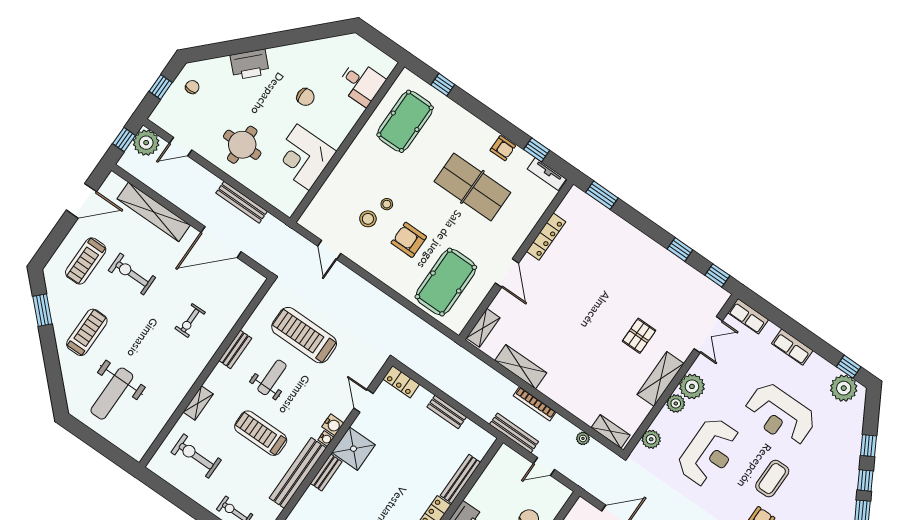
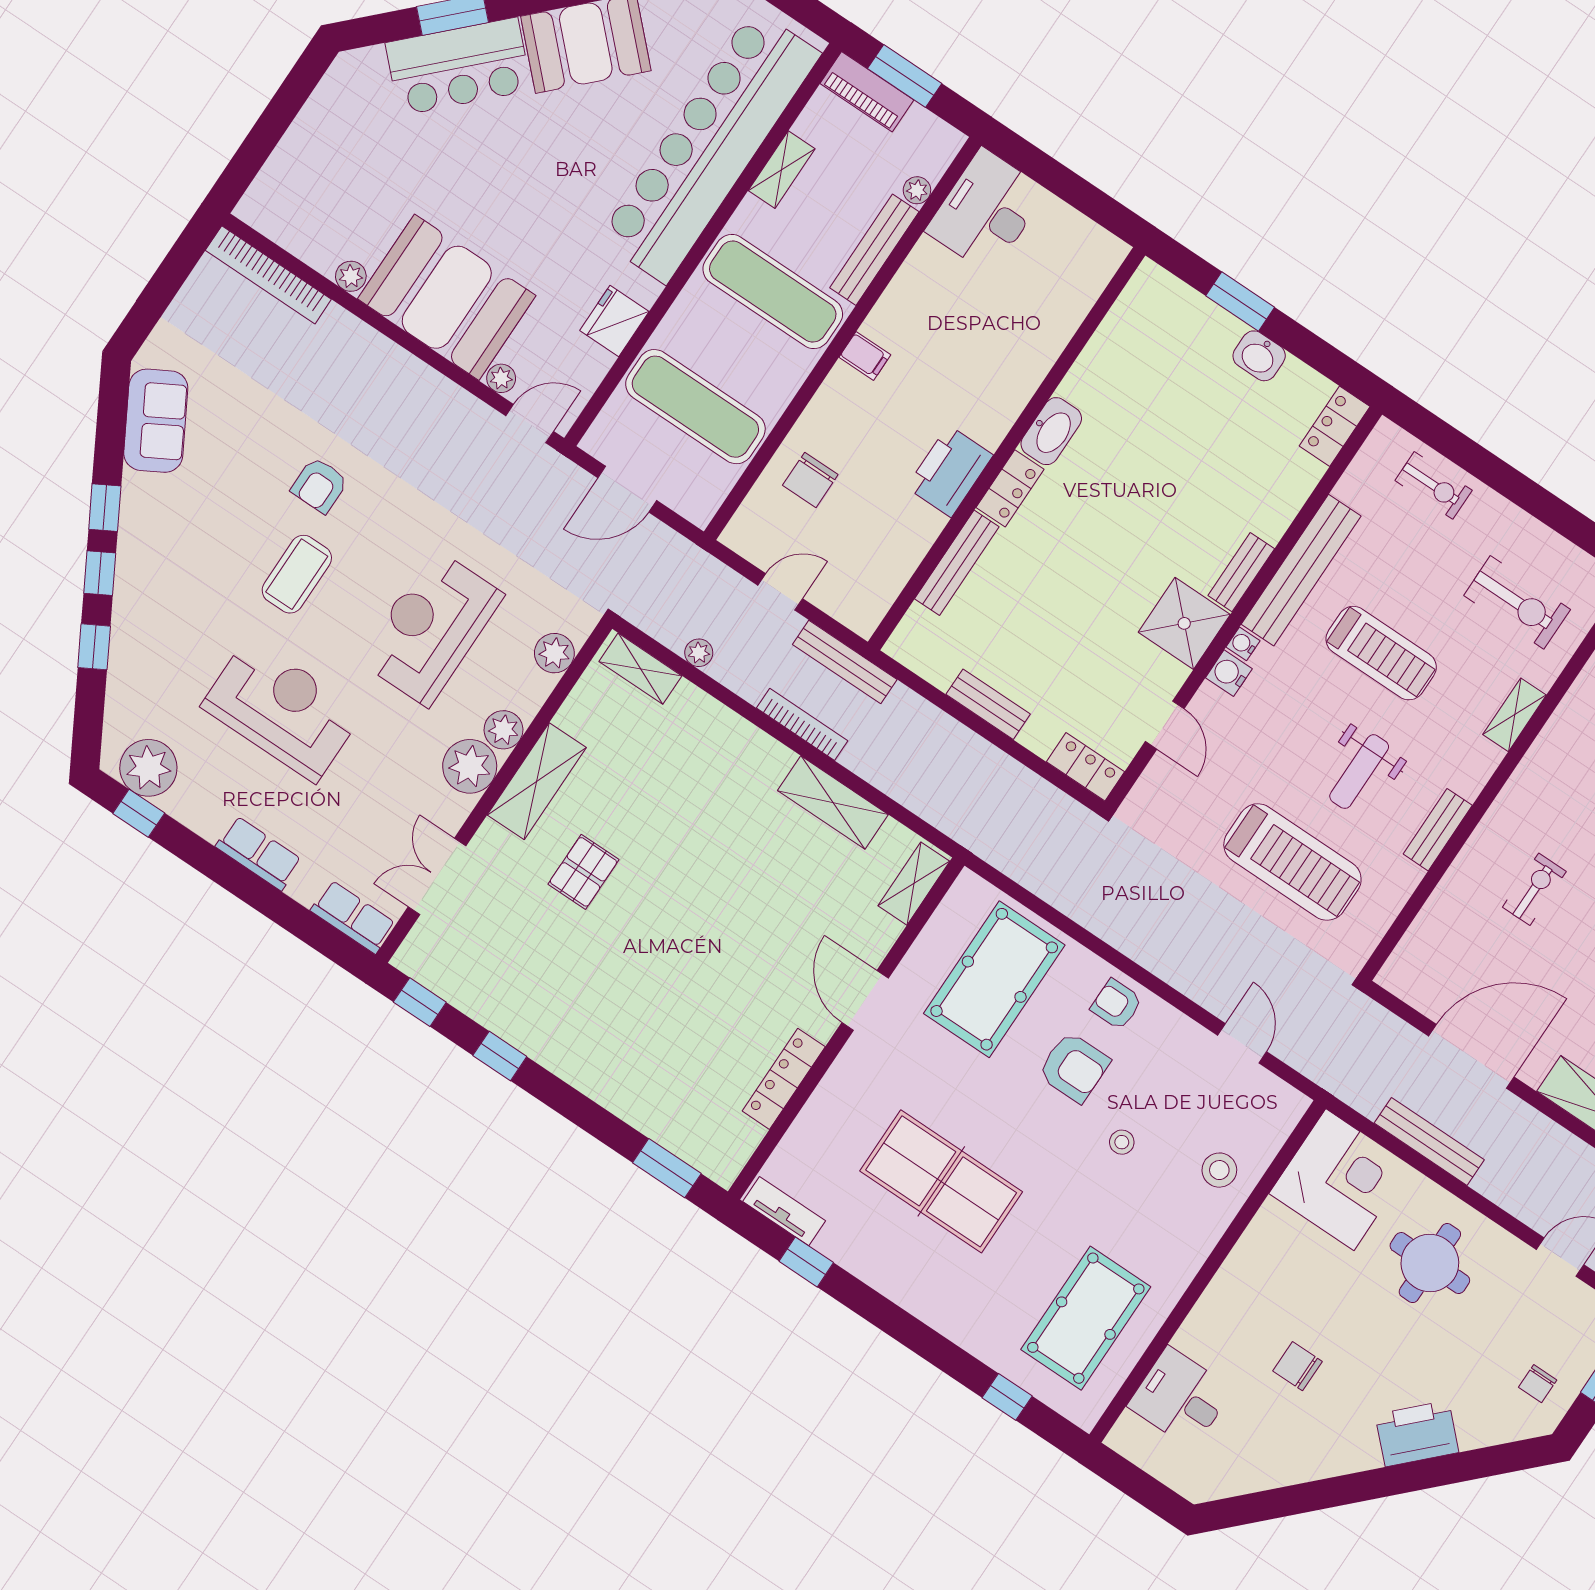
armchair: (503, 148) -> (1116, 1004), moved
corner desk: (303, 157) -> (1340, 1180), moved
stool: (368, 219) -> (1219, 1170), moved

